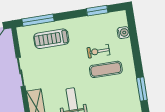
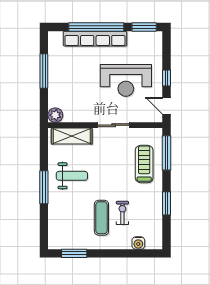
window: (97, 11) -> (167, 203), moved

